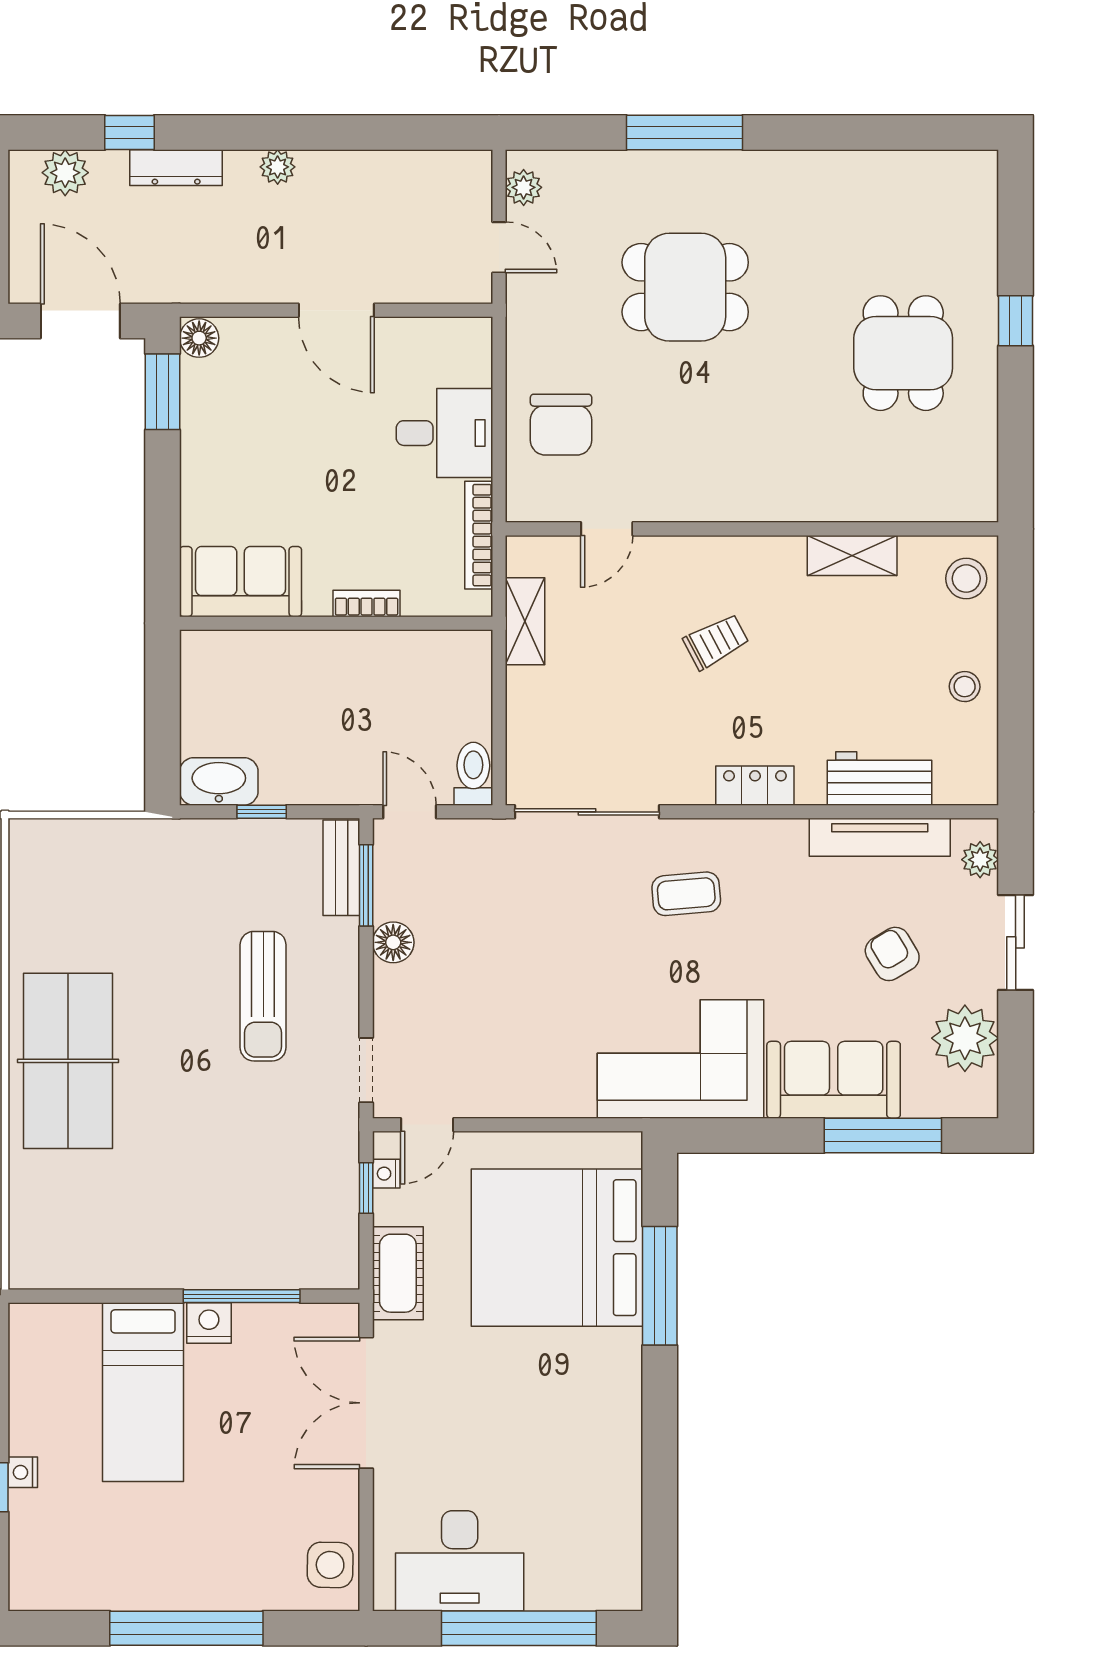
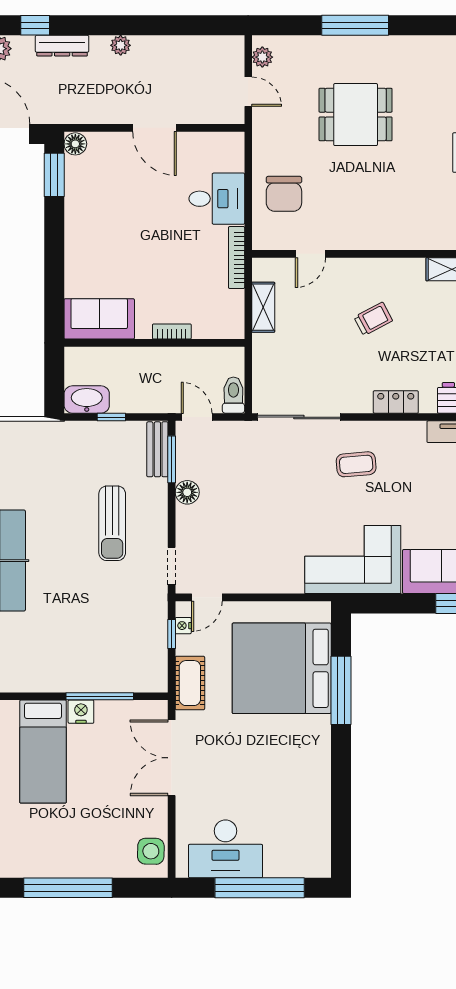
sofa: (241, 582) -> (99, 319), moved
bookcase: (367, 603) -> (172, 331), moved
wall: (336, 623) -> (154, 343), moved

